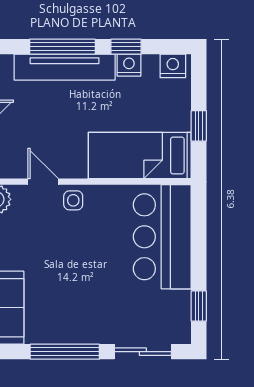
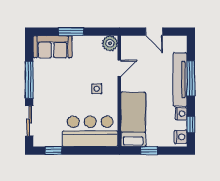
window: (126, 47) -> (191, 125), moved
side table: (73, 200) -> (97, 89), moved

